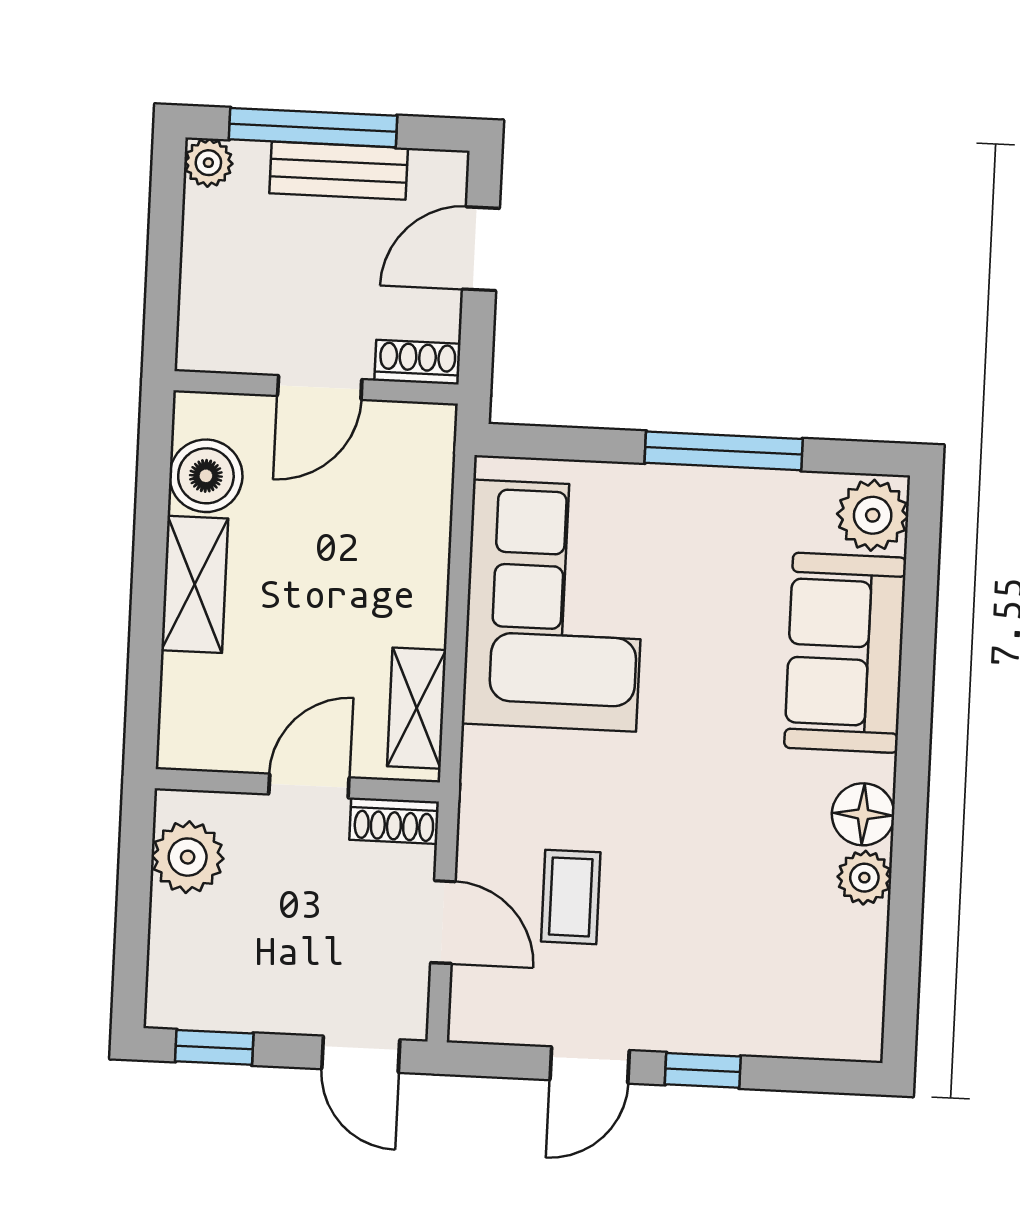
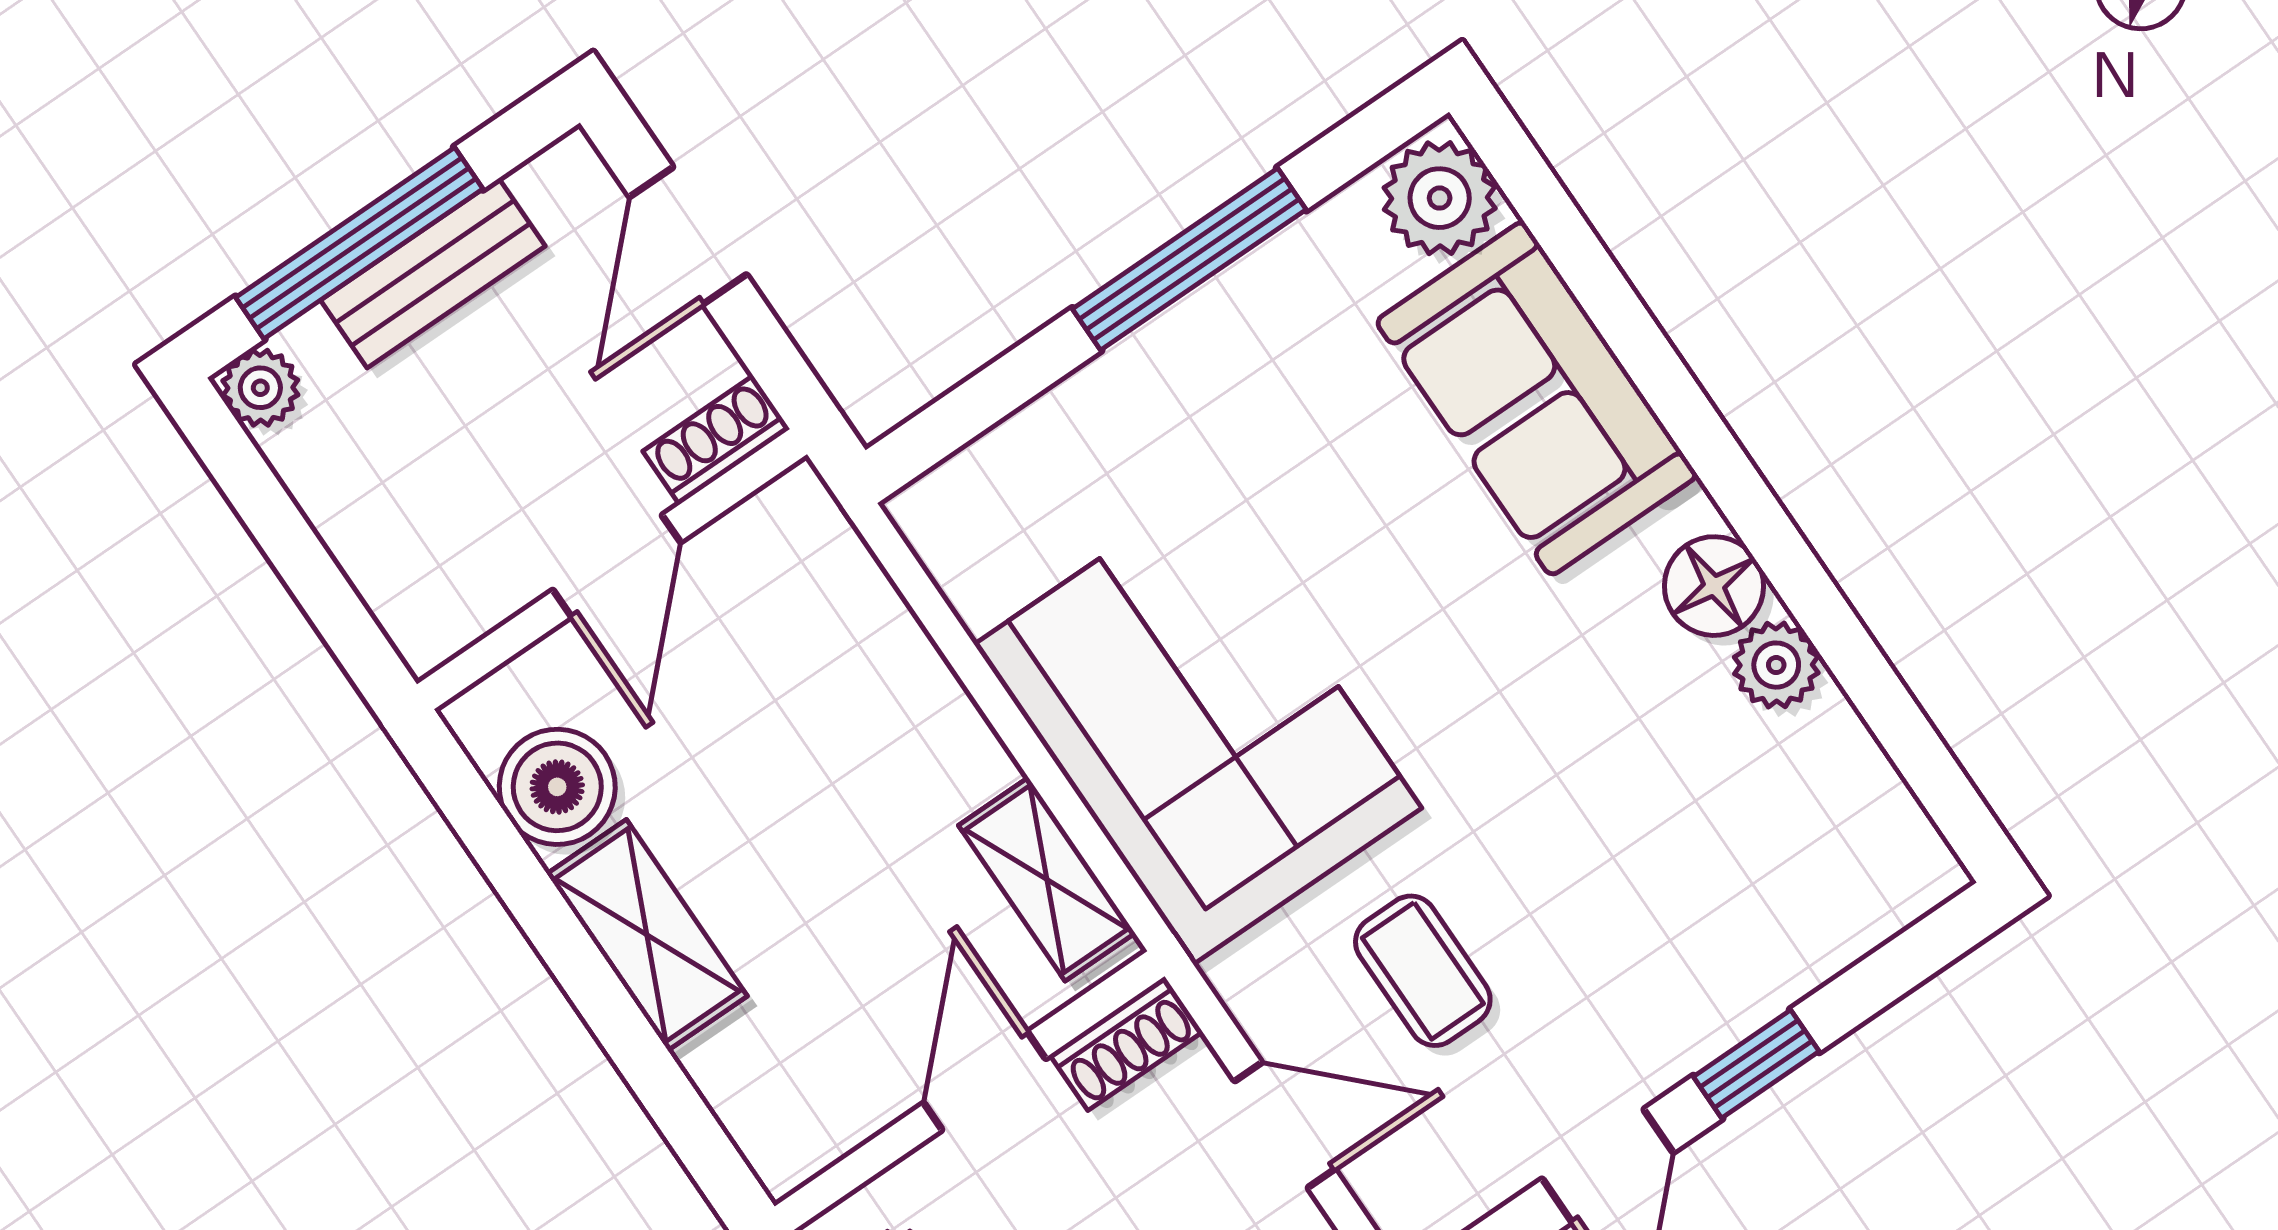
corner sofa: (555, 606) -> (1198, 726), moved

